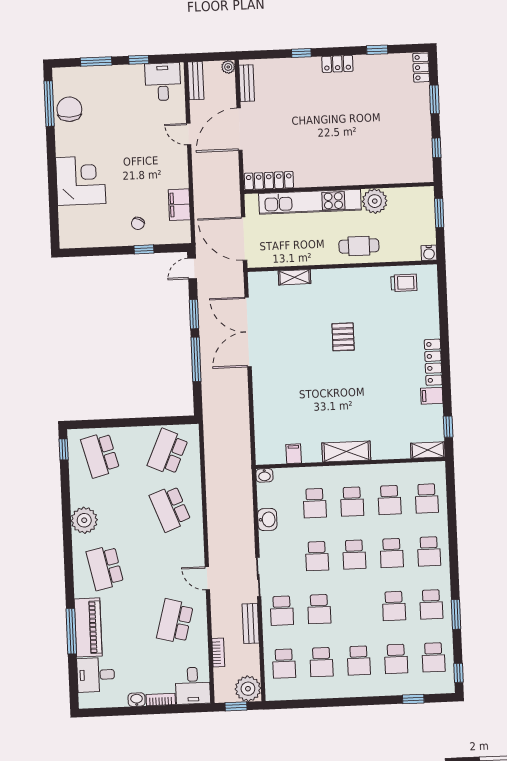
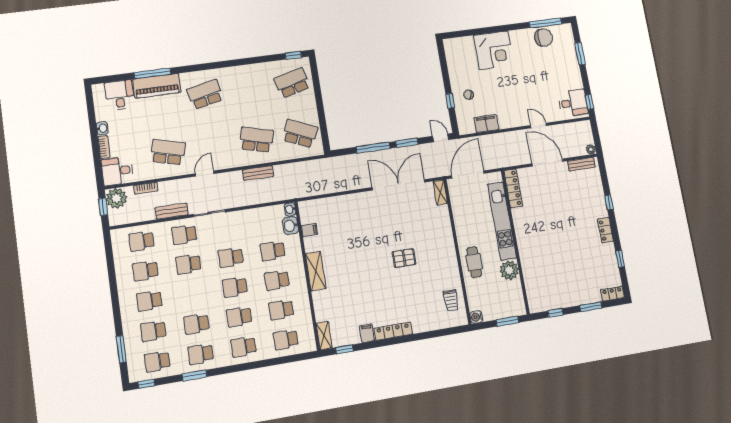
window: (139, 60) -> (589, 102), moved
bench: (196, 81) -> (258, 173), moved
door: (189, 134) -> (538, 125), hinge flipped
shelving: (294, 277) -> (440, 192), moved
school desk: (170, 508) -> (257, 140), turned 36
plant: (84, 520) -> (241, 75), removed
washbasin: (267, 520) -> (290, 226), moved, turned 90
plant: (248, 689) -> (116, 198), moved
window: (413, 699) -> (121, 349), width x1.50

